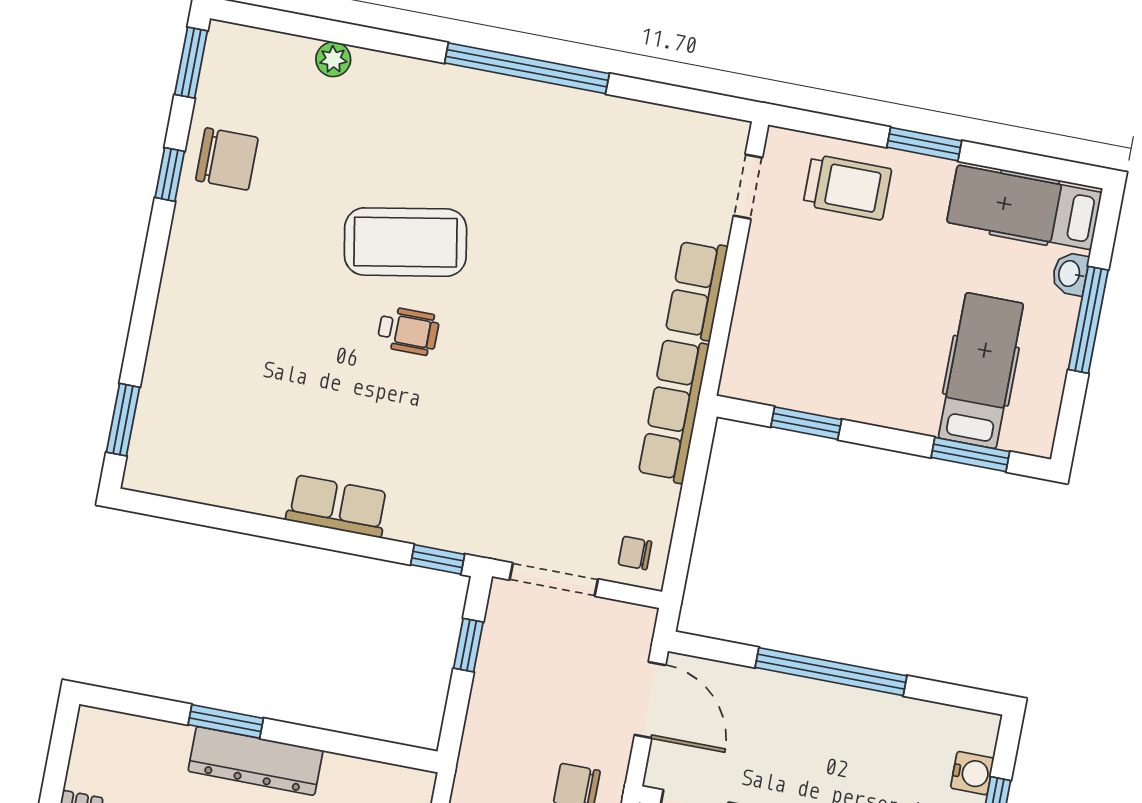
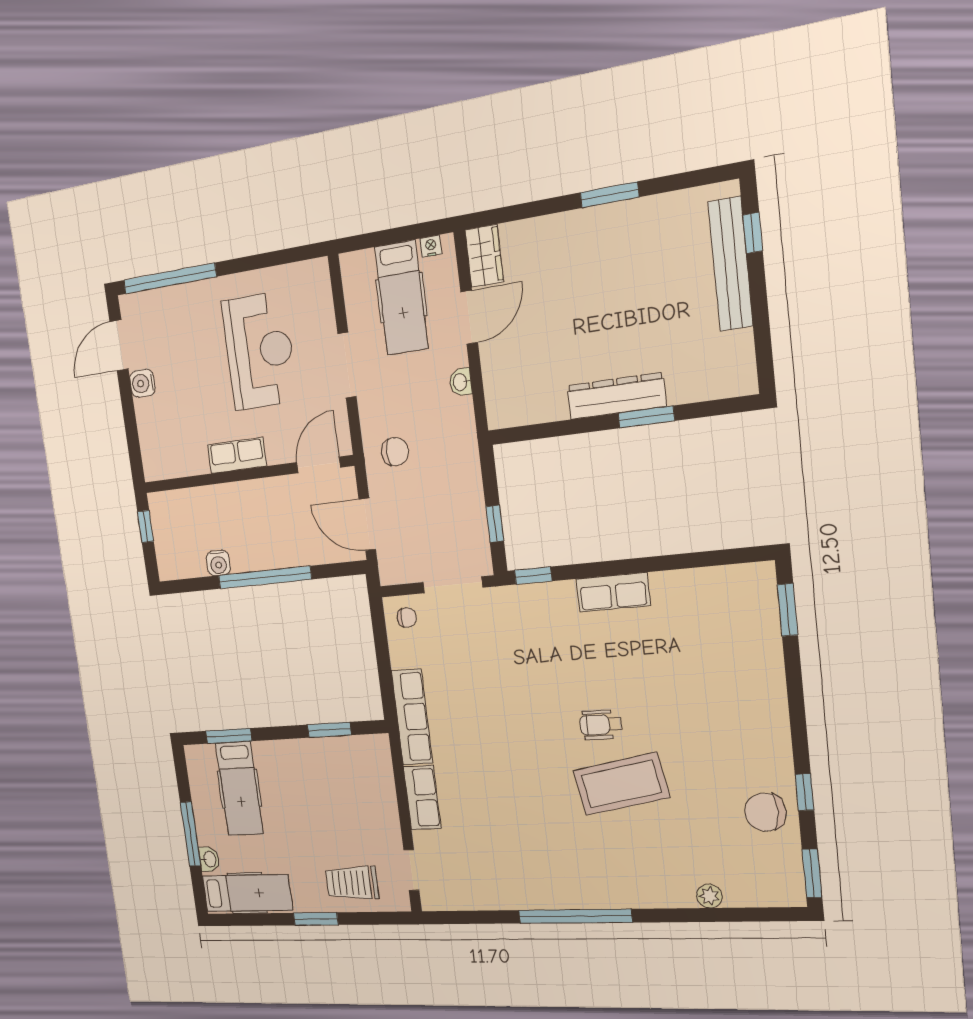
water cooler: (972, 773) -> (218, 563), moved, turned -90

